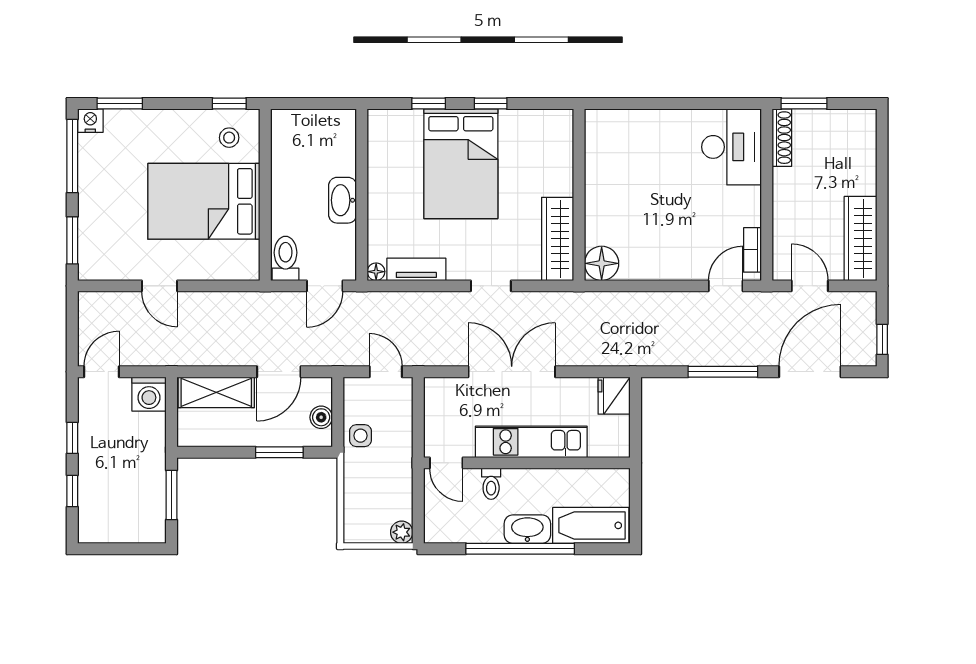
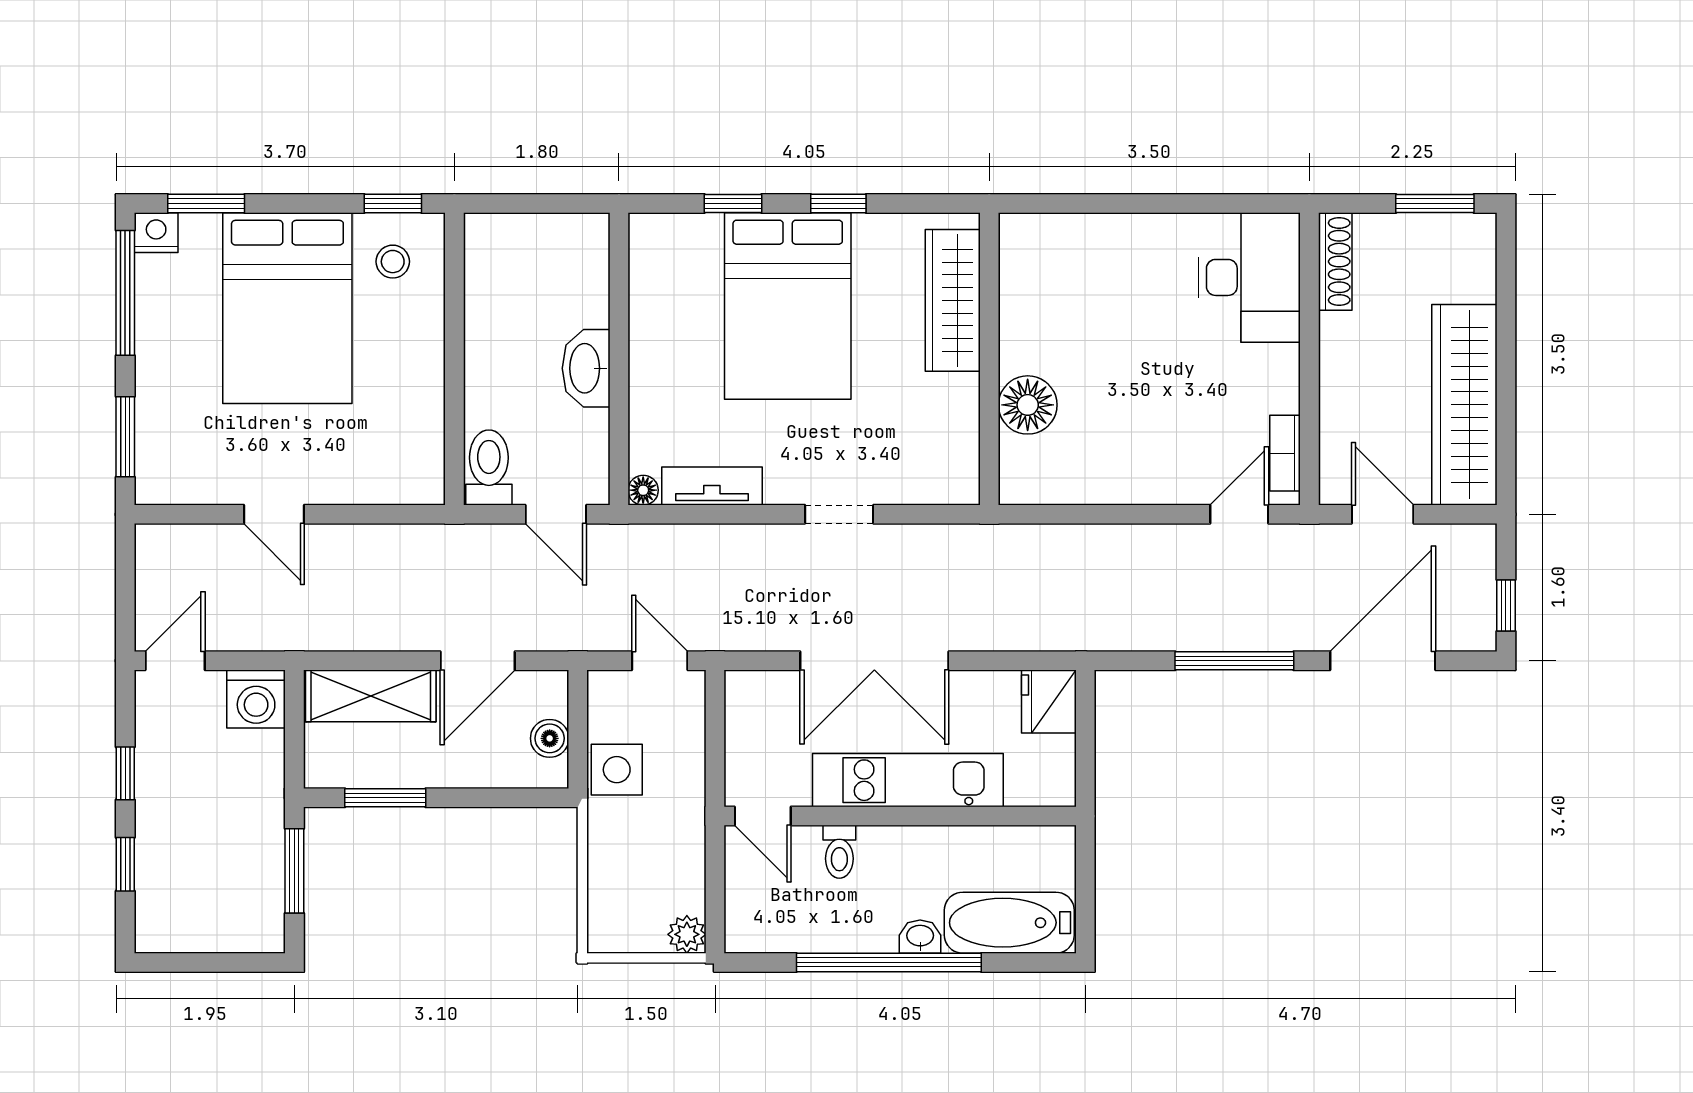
window: (804, 104) -> (1435, 203), moved
bed: (204, 201) -> (287, 308), moved, turned -90
wardrobe: (860, 238) -> (1464, 405), width x1.40, depth x1.17
wardrobe: (558, 239) -> (953, 300), moved
floor lamp: (602, 263) -> (1028, 405), moved
door: (325, 286) -> (556, 514), hinge flipped
double door: (512, 372) -> (874, 661), swing flipped
side table: (361, 436) -> (617, 770), width x1.37, depth x1.37
window: (279, 452) -> (385, 798), moved
washbasin: (527, 529) -> (920, 937), width x0.52, depth x0.69

